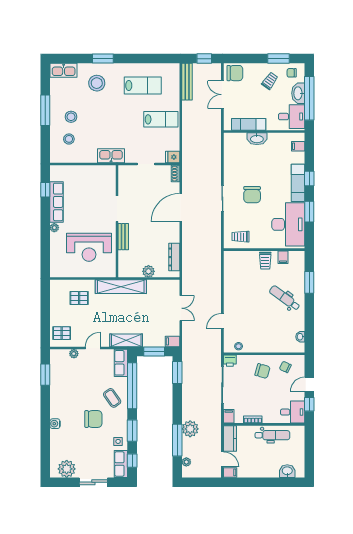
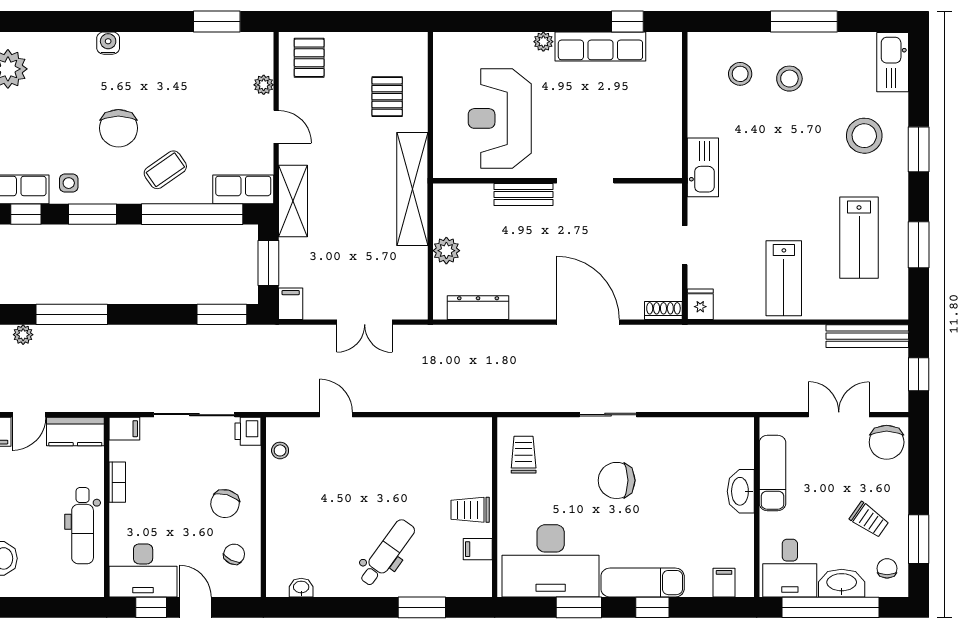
window: (146, 59) -> (919, 245), added
desk: (293, 412) -> (143, 570), width x1.37
plant: (190, 429) -> (97, 343), removed

